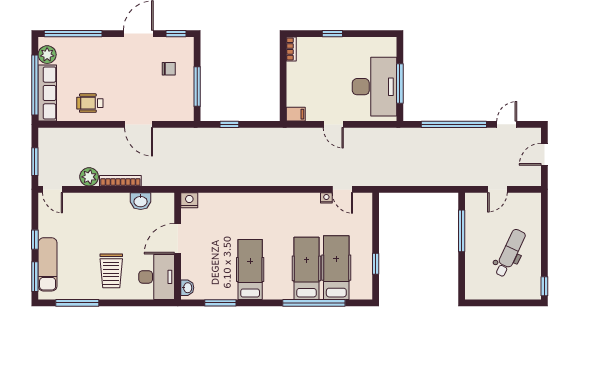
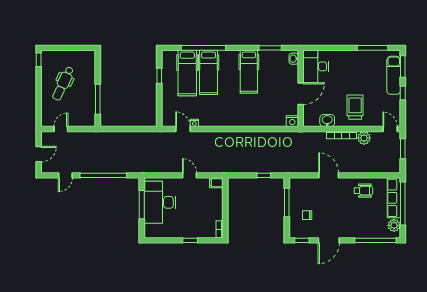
door: (497, 189) -> (61, 129), moved
trolley: (111, 271) -> (355, 107), moved

